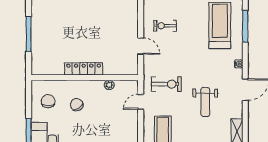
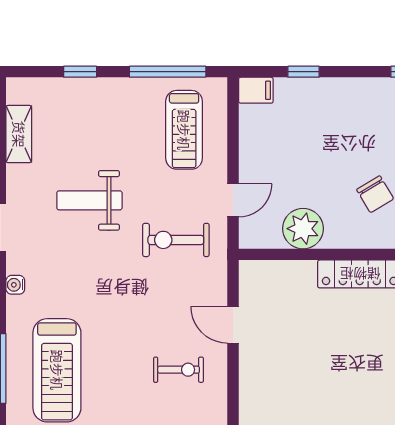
plant: (109, 85) -> (303, 229), width x1.88, depth x1.88
weight bench: (205, 102) -> (89, 200), turned -90

